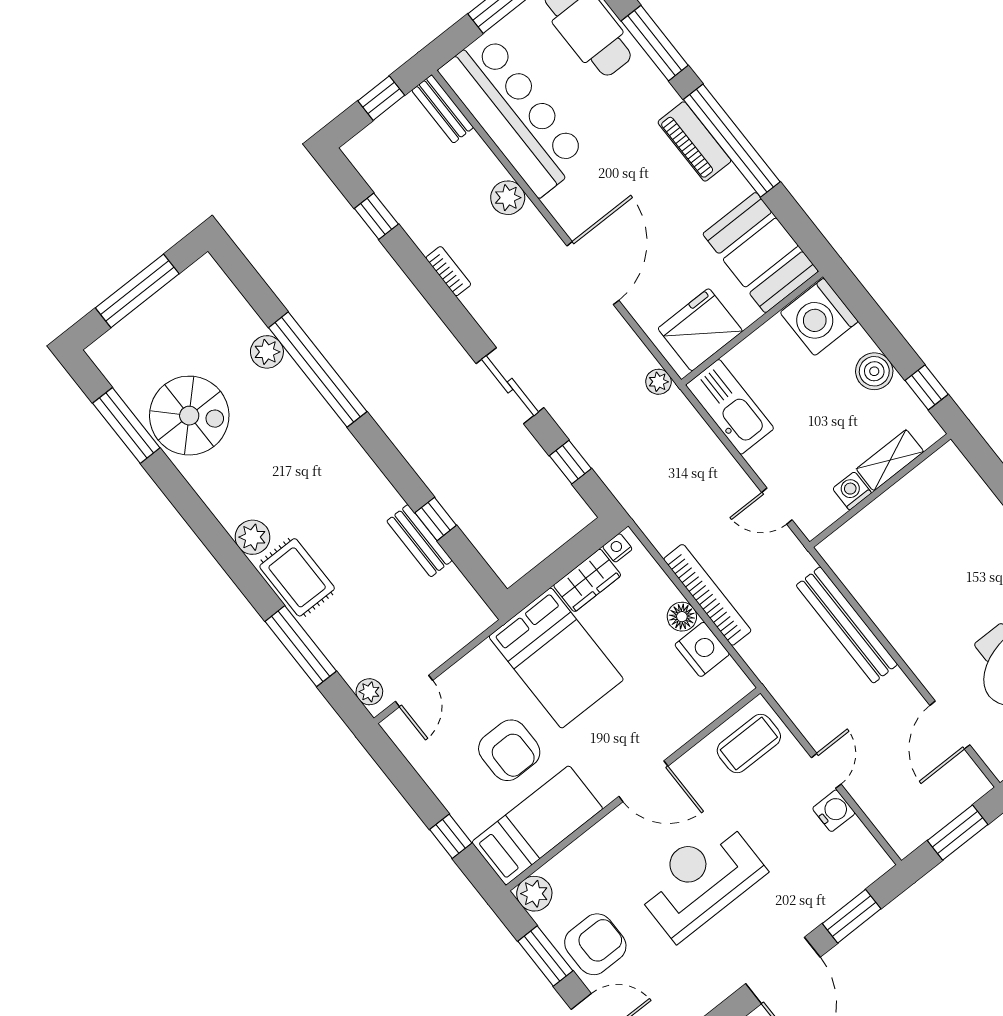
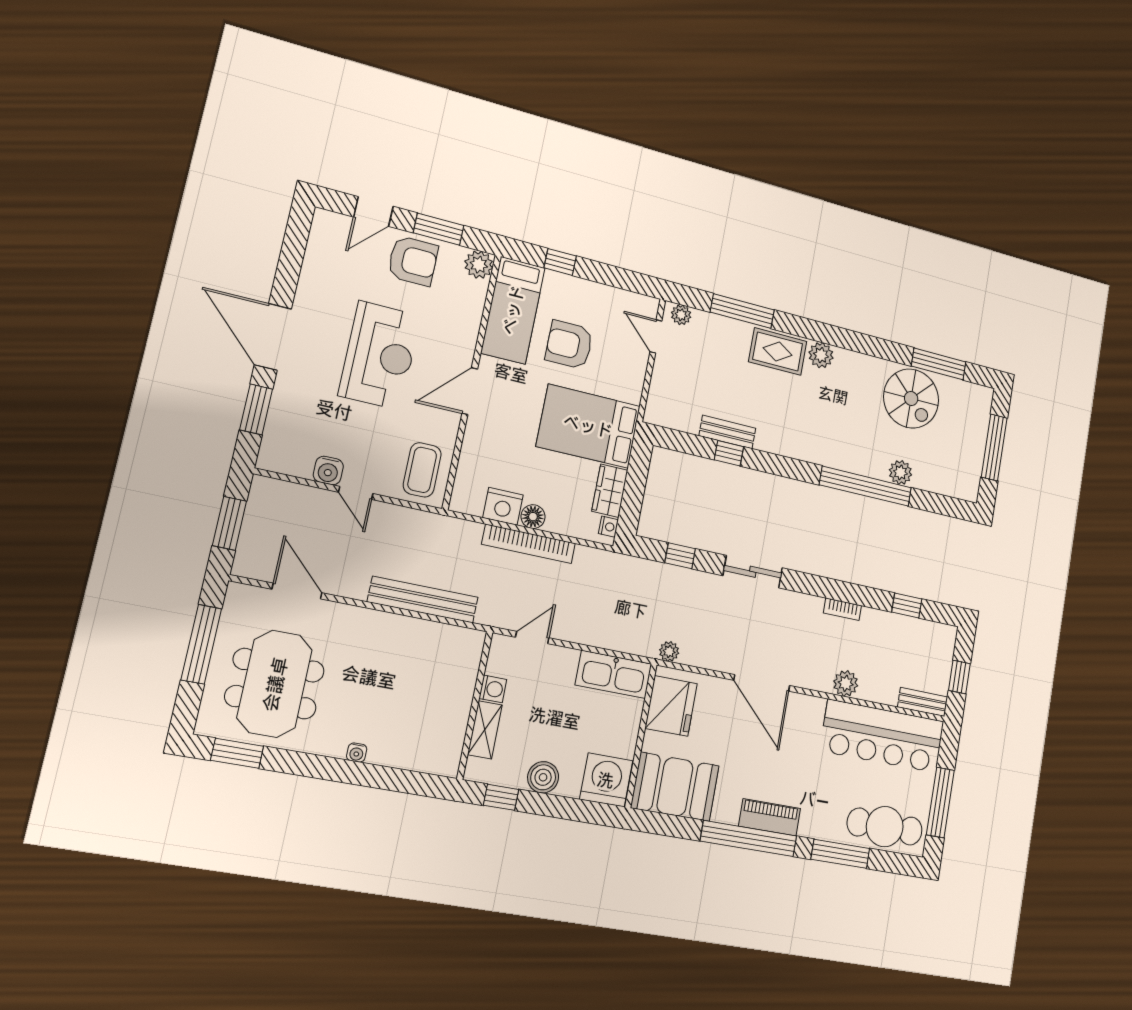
spiral stairs: (189, 416) -> (911, 398), turned -90
armchair: (595, 944) -> (413, 261), turned -90

